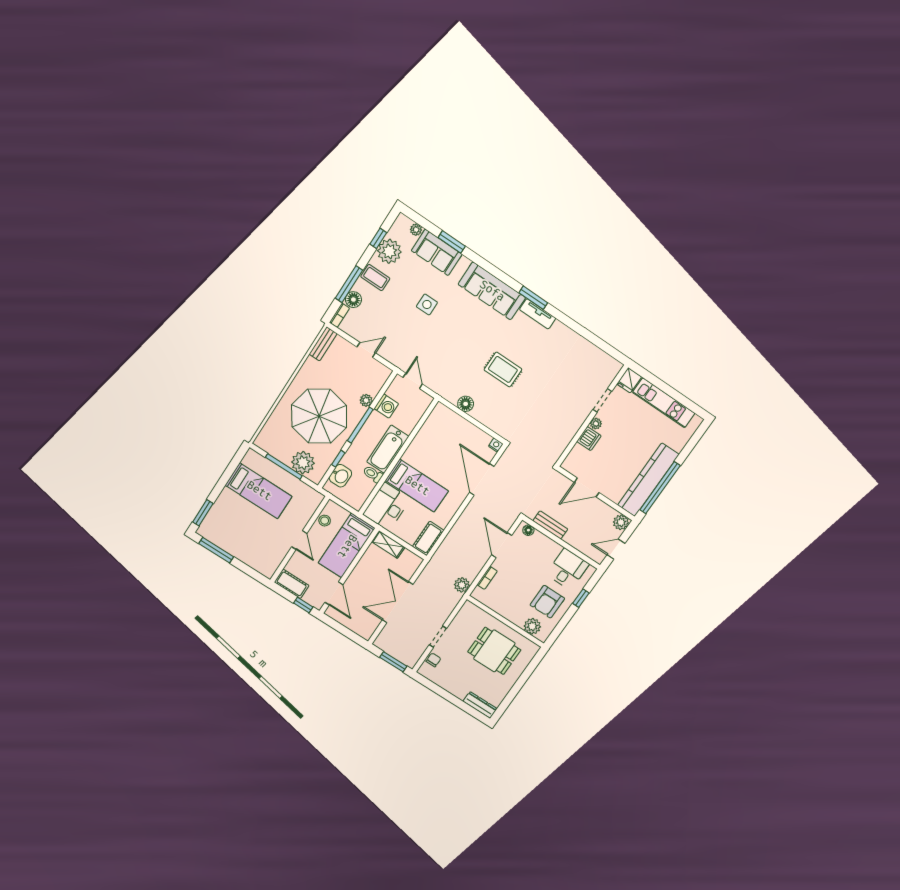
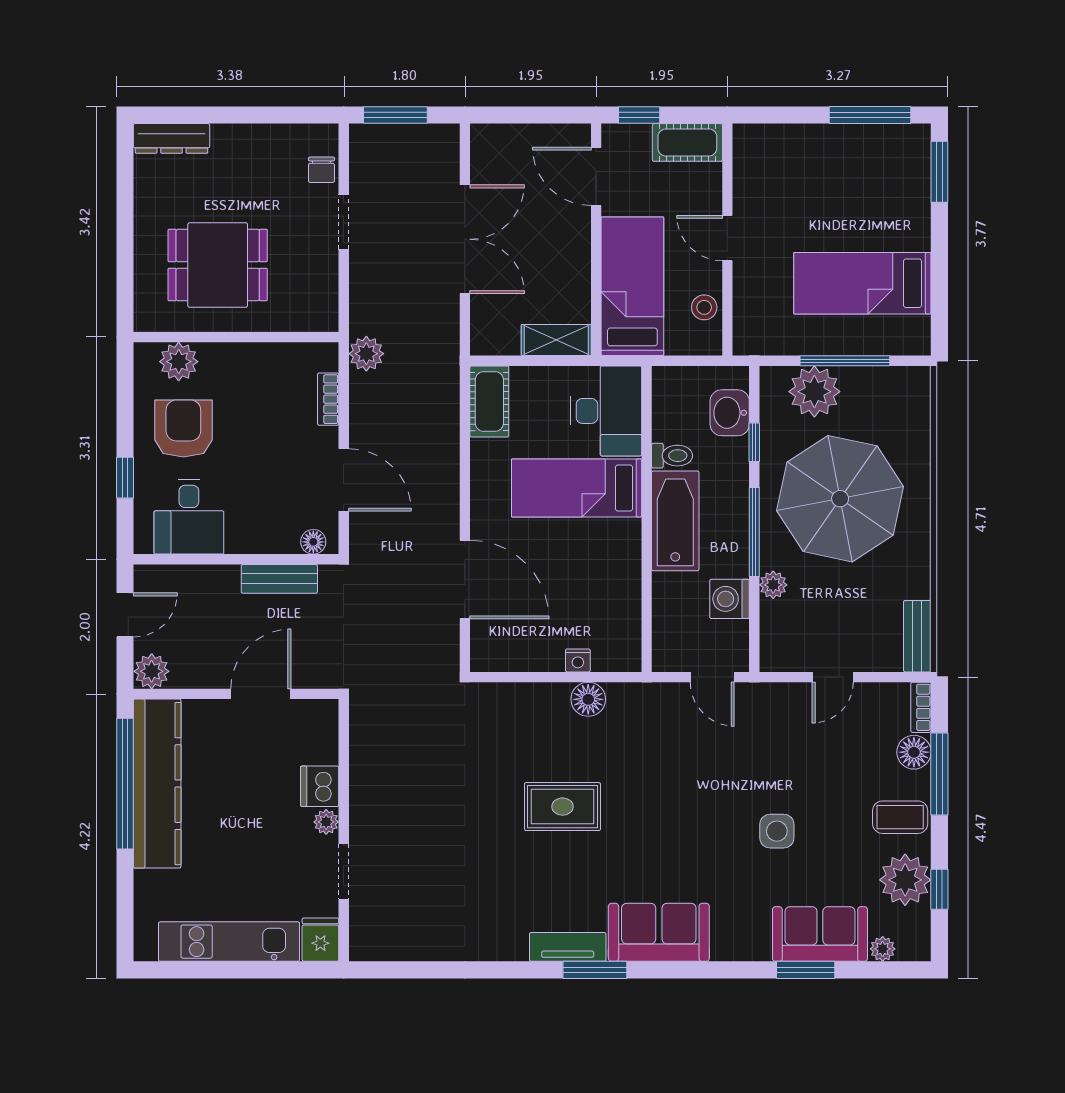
sofa: (492, 291) -> (659, 932), width x0.73
nightstand: (496, 445) -> (578, 660), moved

